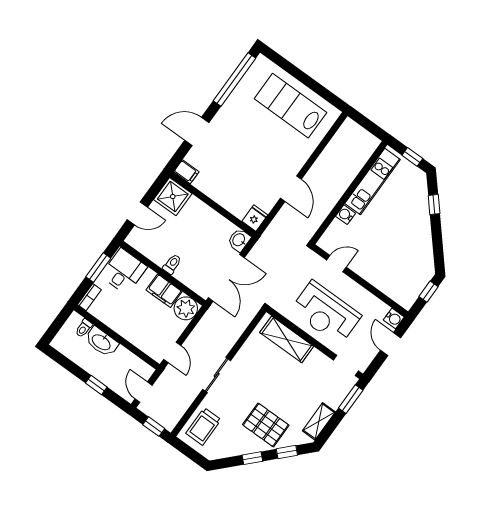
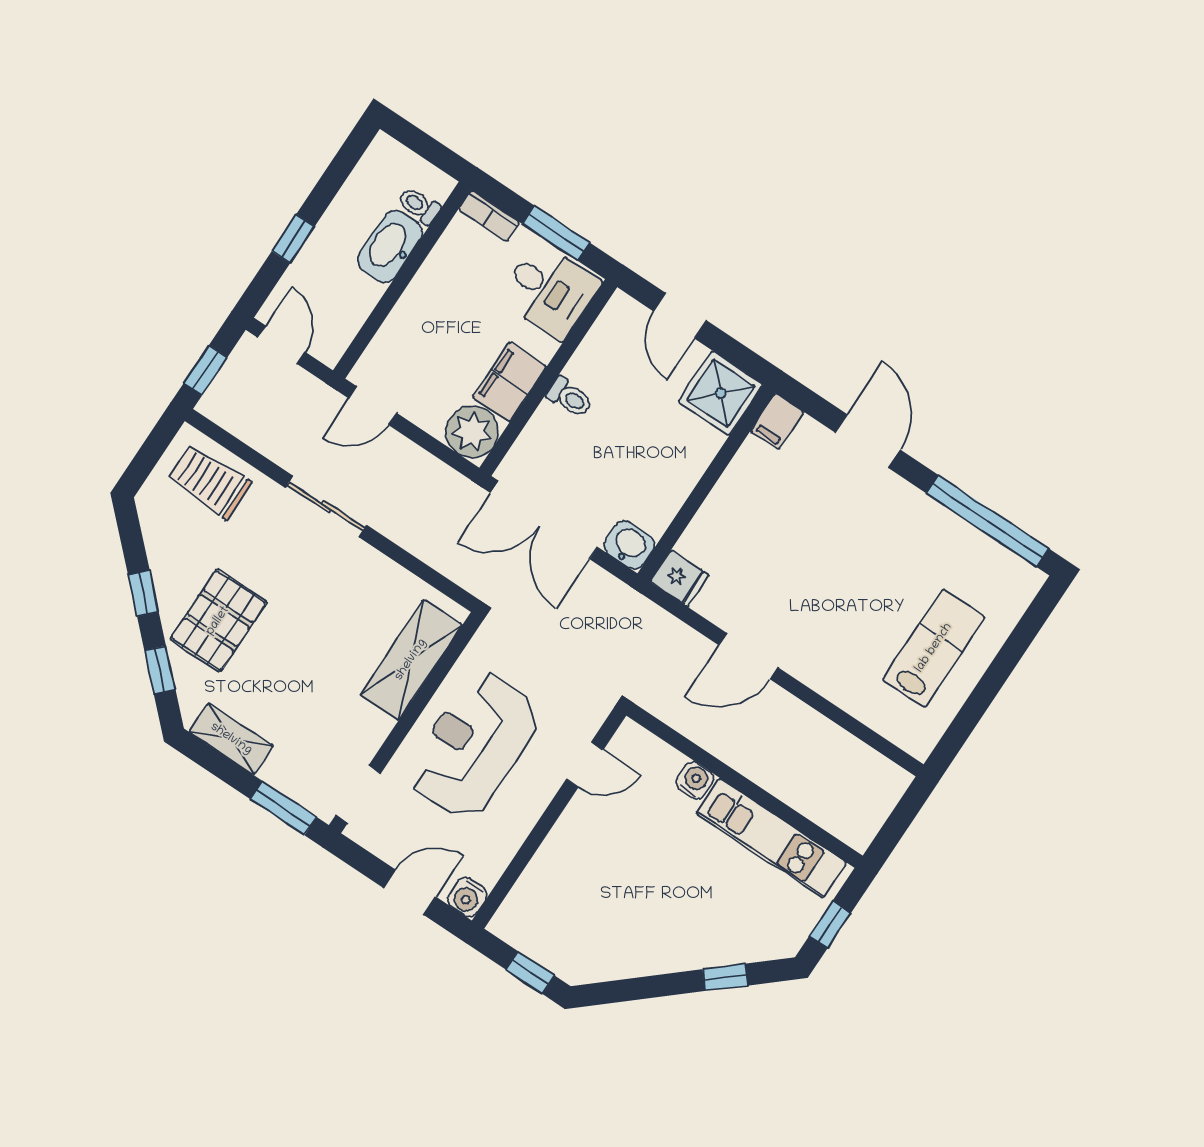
lab bench: (290, 106) -> (934, 648), width x0.73, depth x0.72
door: (336, 264) -> (585, 765), hinge flipped
door: (144, 392) -> (281, 345), hinge flipped

